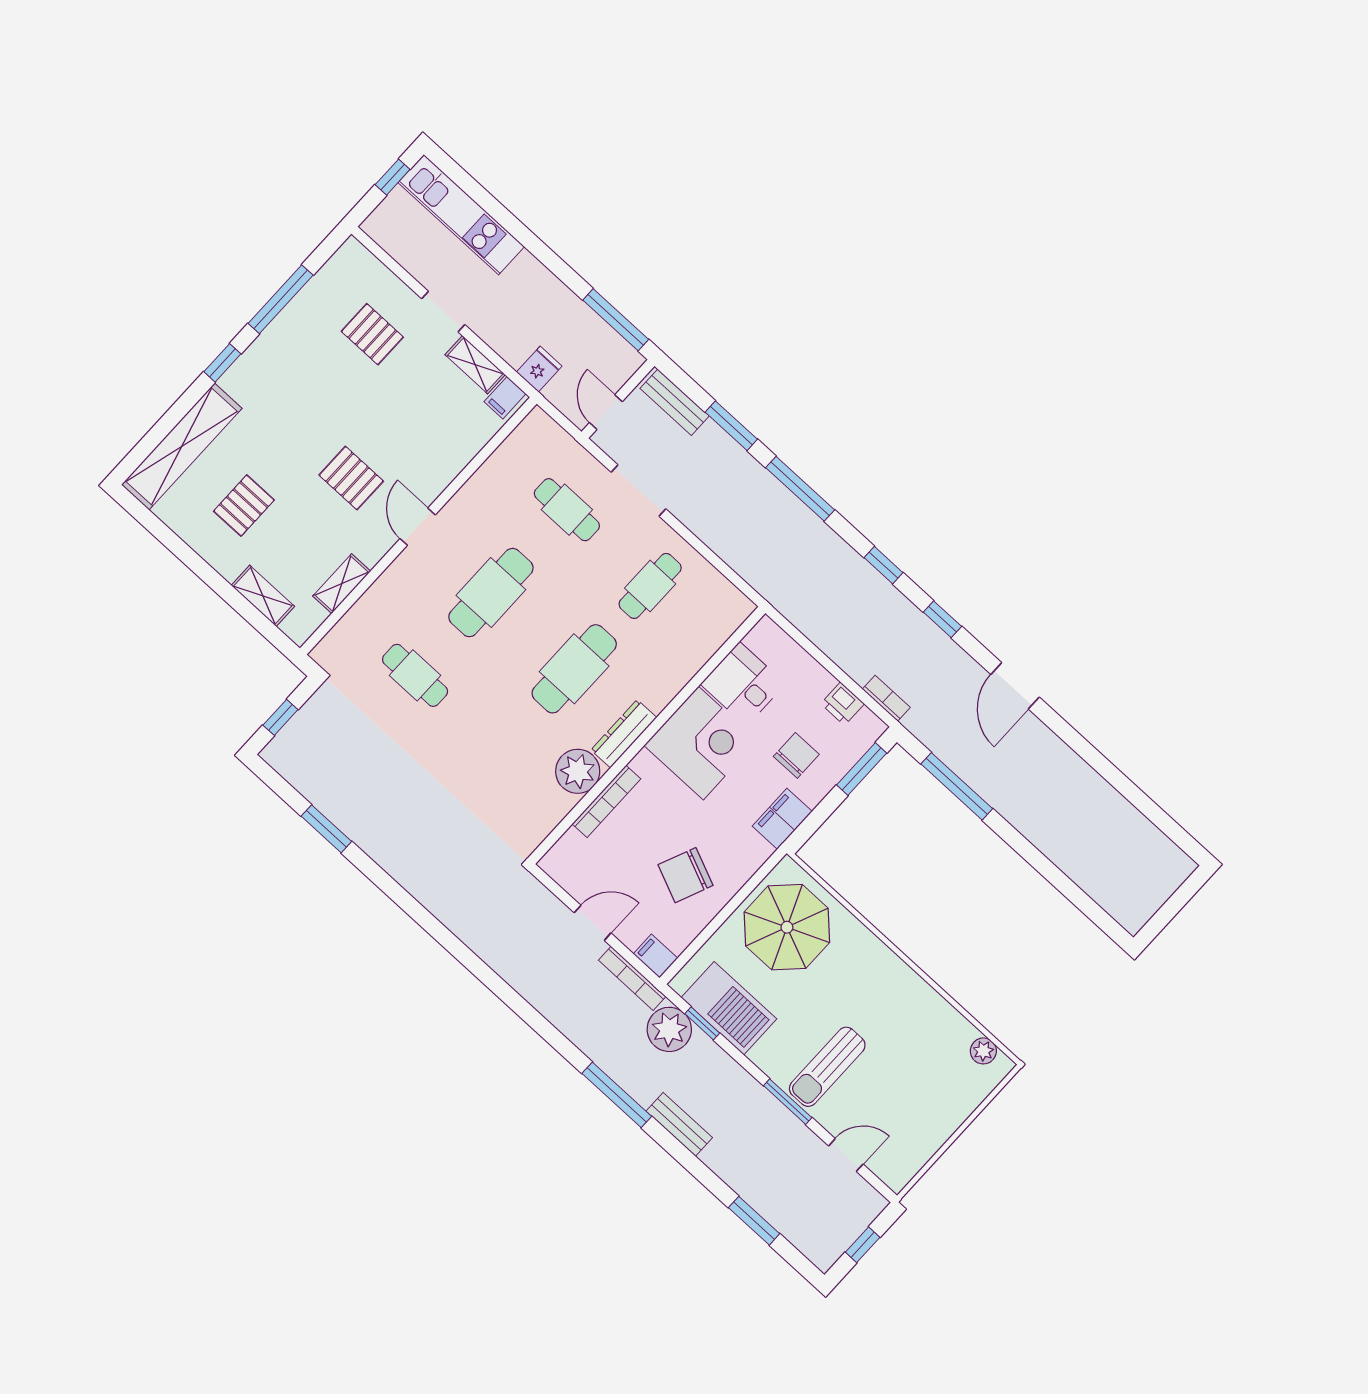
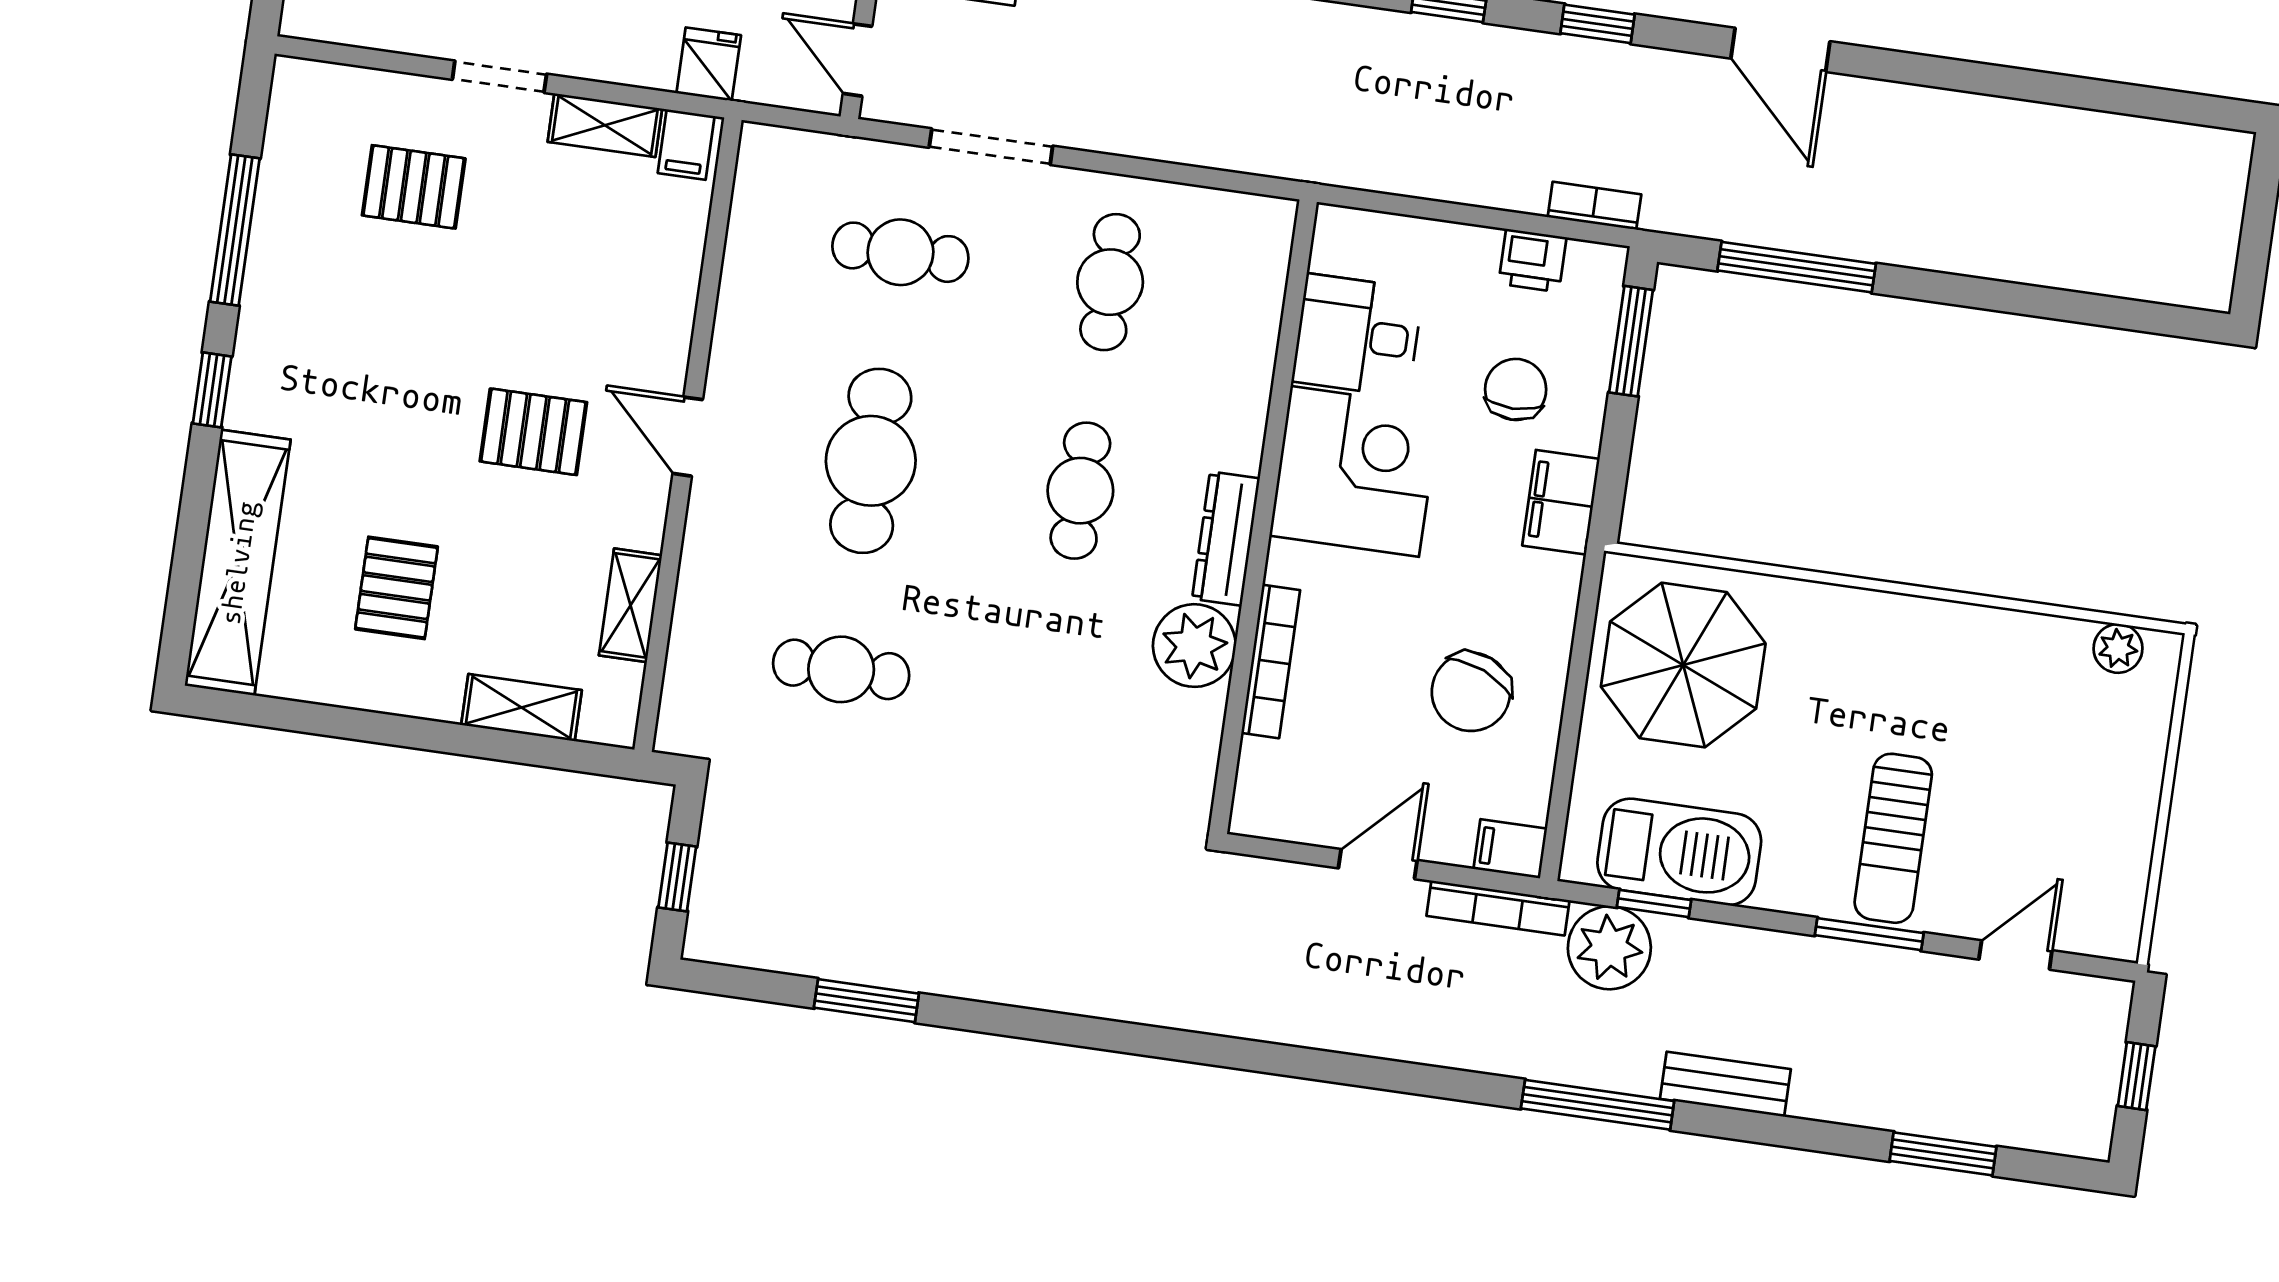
cafe table: (574, 669) -> (1080, 491), width x0.73, depth x0.74

